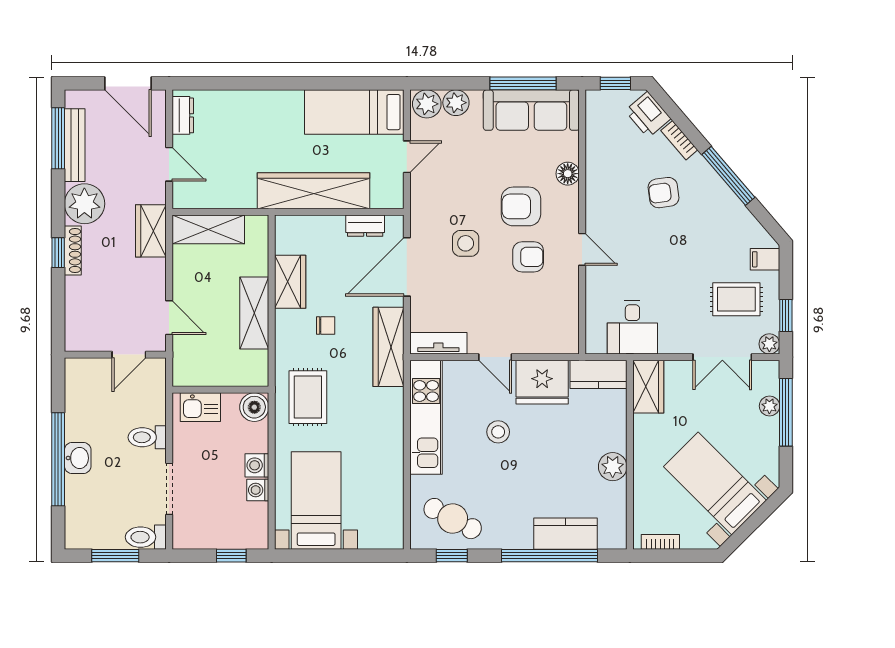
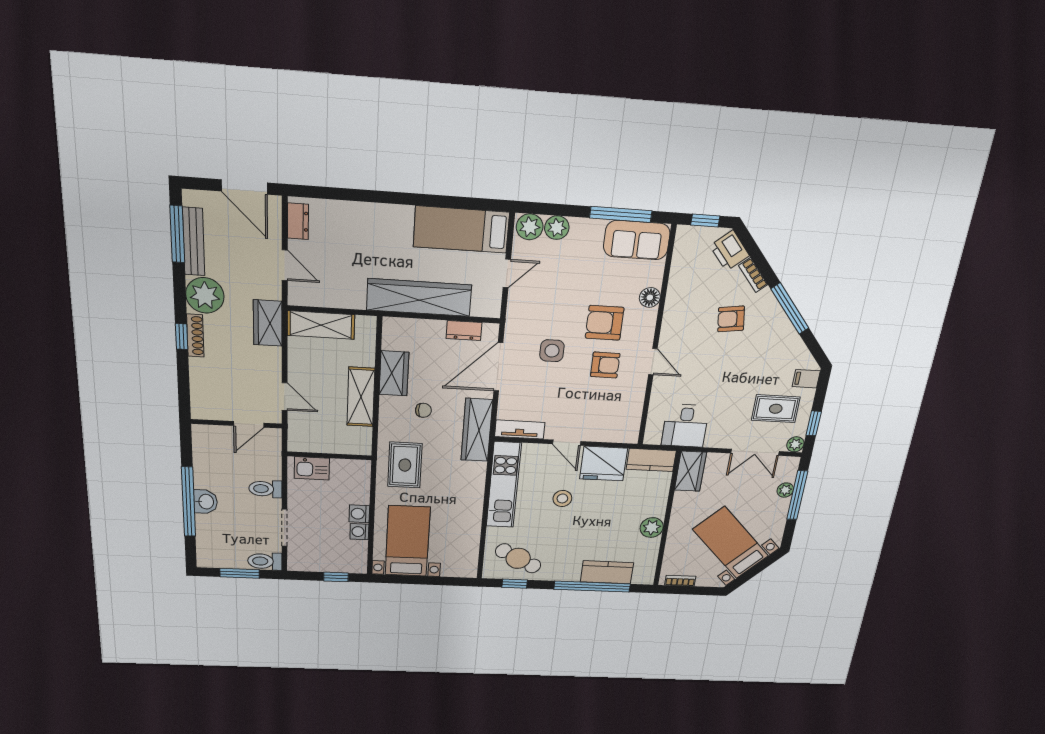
sofa: (531, 110) -> (637, 240), width x0.73
boiler: (254, 407) -> (358, 471), removed

